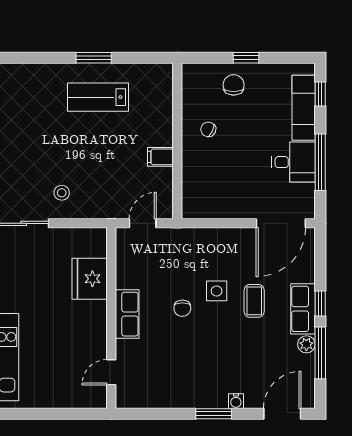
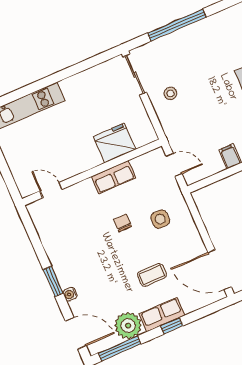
side table: (217, 291) -> (160, 219), moved
chair: (182, 308) -> (123, 223), turned 90
row of seats: (127, 314) -> (114, 177), moved
plant: (306, 344) -> (128, 326), width x1.88, depth x1.88
window: (320, 353) -> (120, 348), moved

